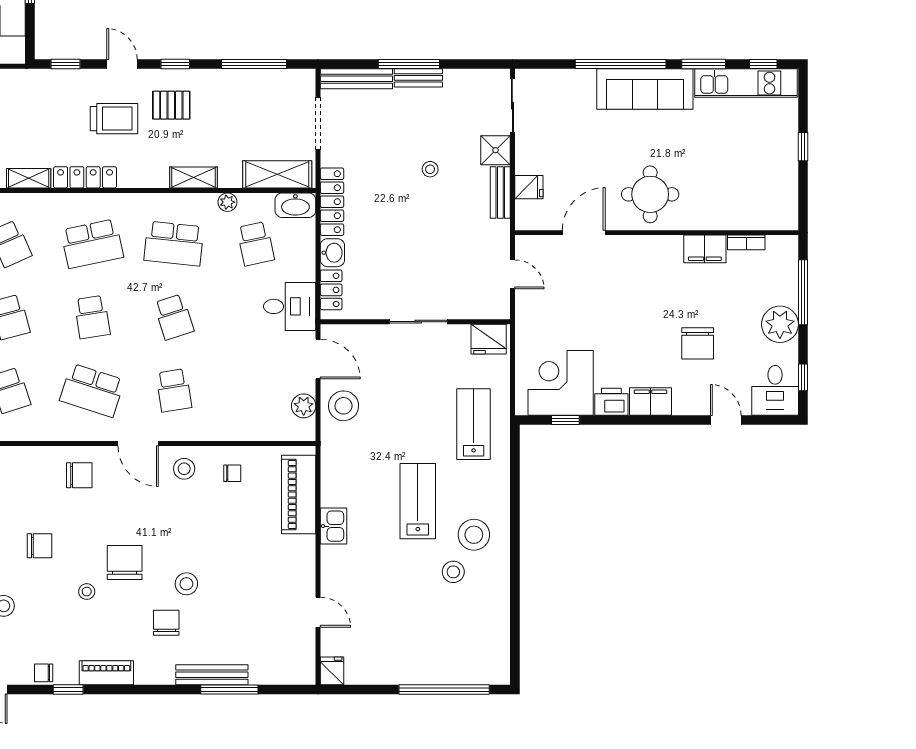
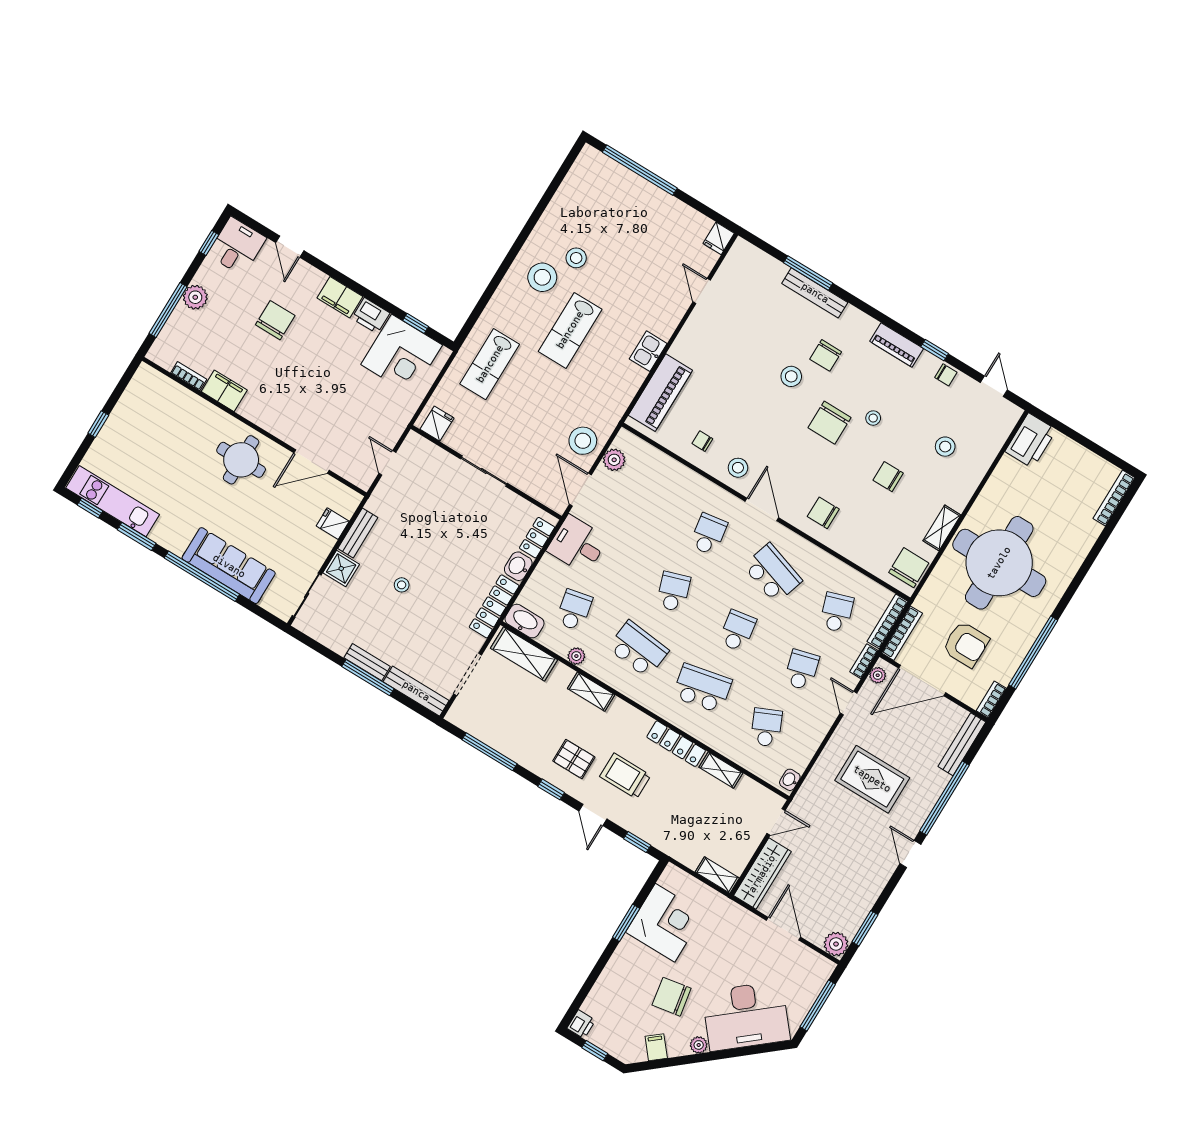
sofa: (645, 89) -> (229, 566), moved
plant: (780, 324) -> (195, 297), width x0.73, depth x0.73
fridge: (489, 339) -> (437, 424), width x0.72

